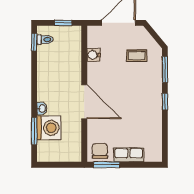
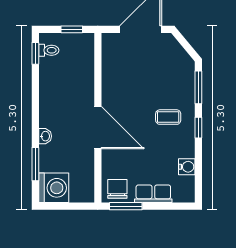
water cooler: (94, 55) -> (187, 167), moved, turned 180
coffee table: (137, 56) -> (168, 117), moved
washing machine: (49, 128) -> (54, 188), moved

